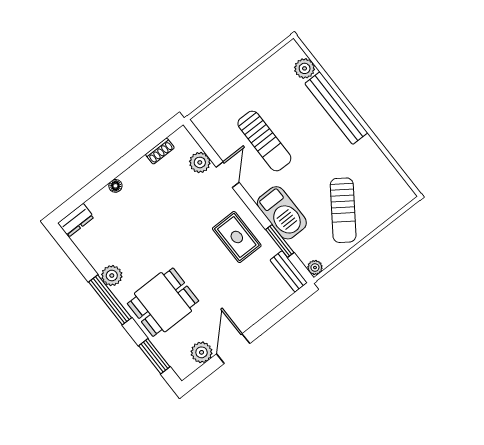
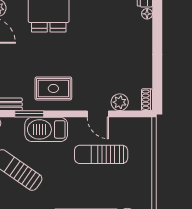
shoe rack: (160, 151) -> (147, 100), moved
floor lamp: (115, 186) -> (147, 14), moved

